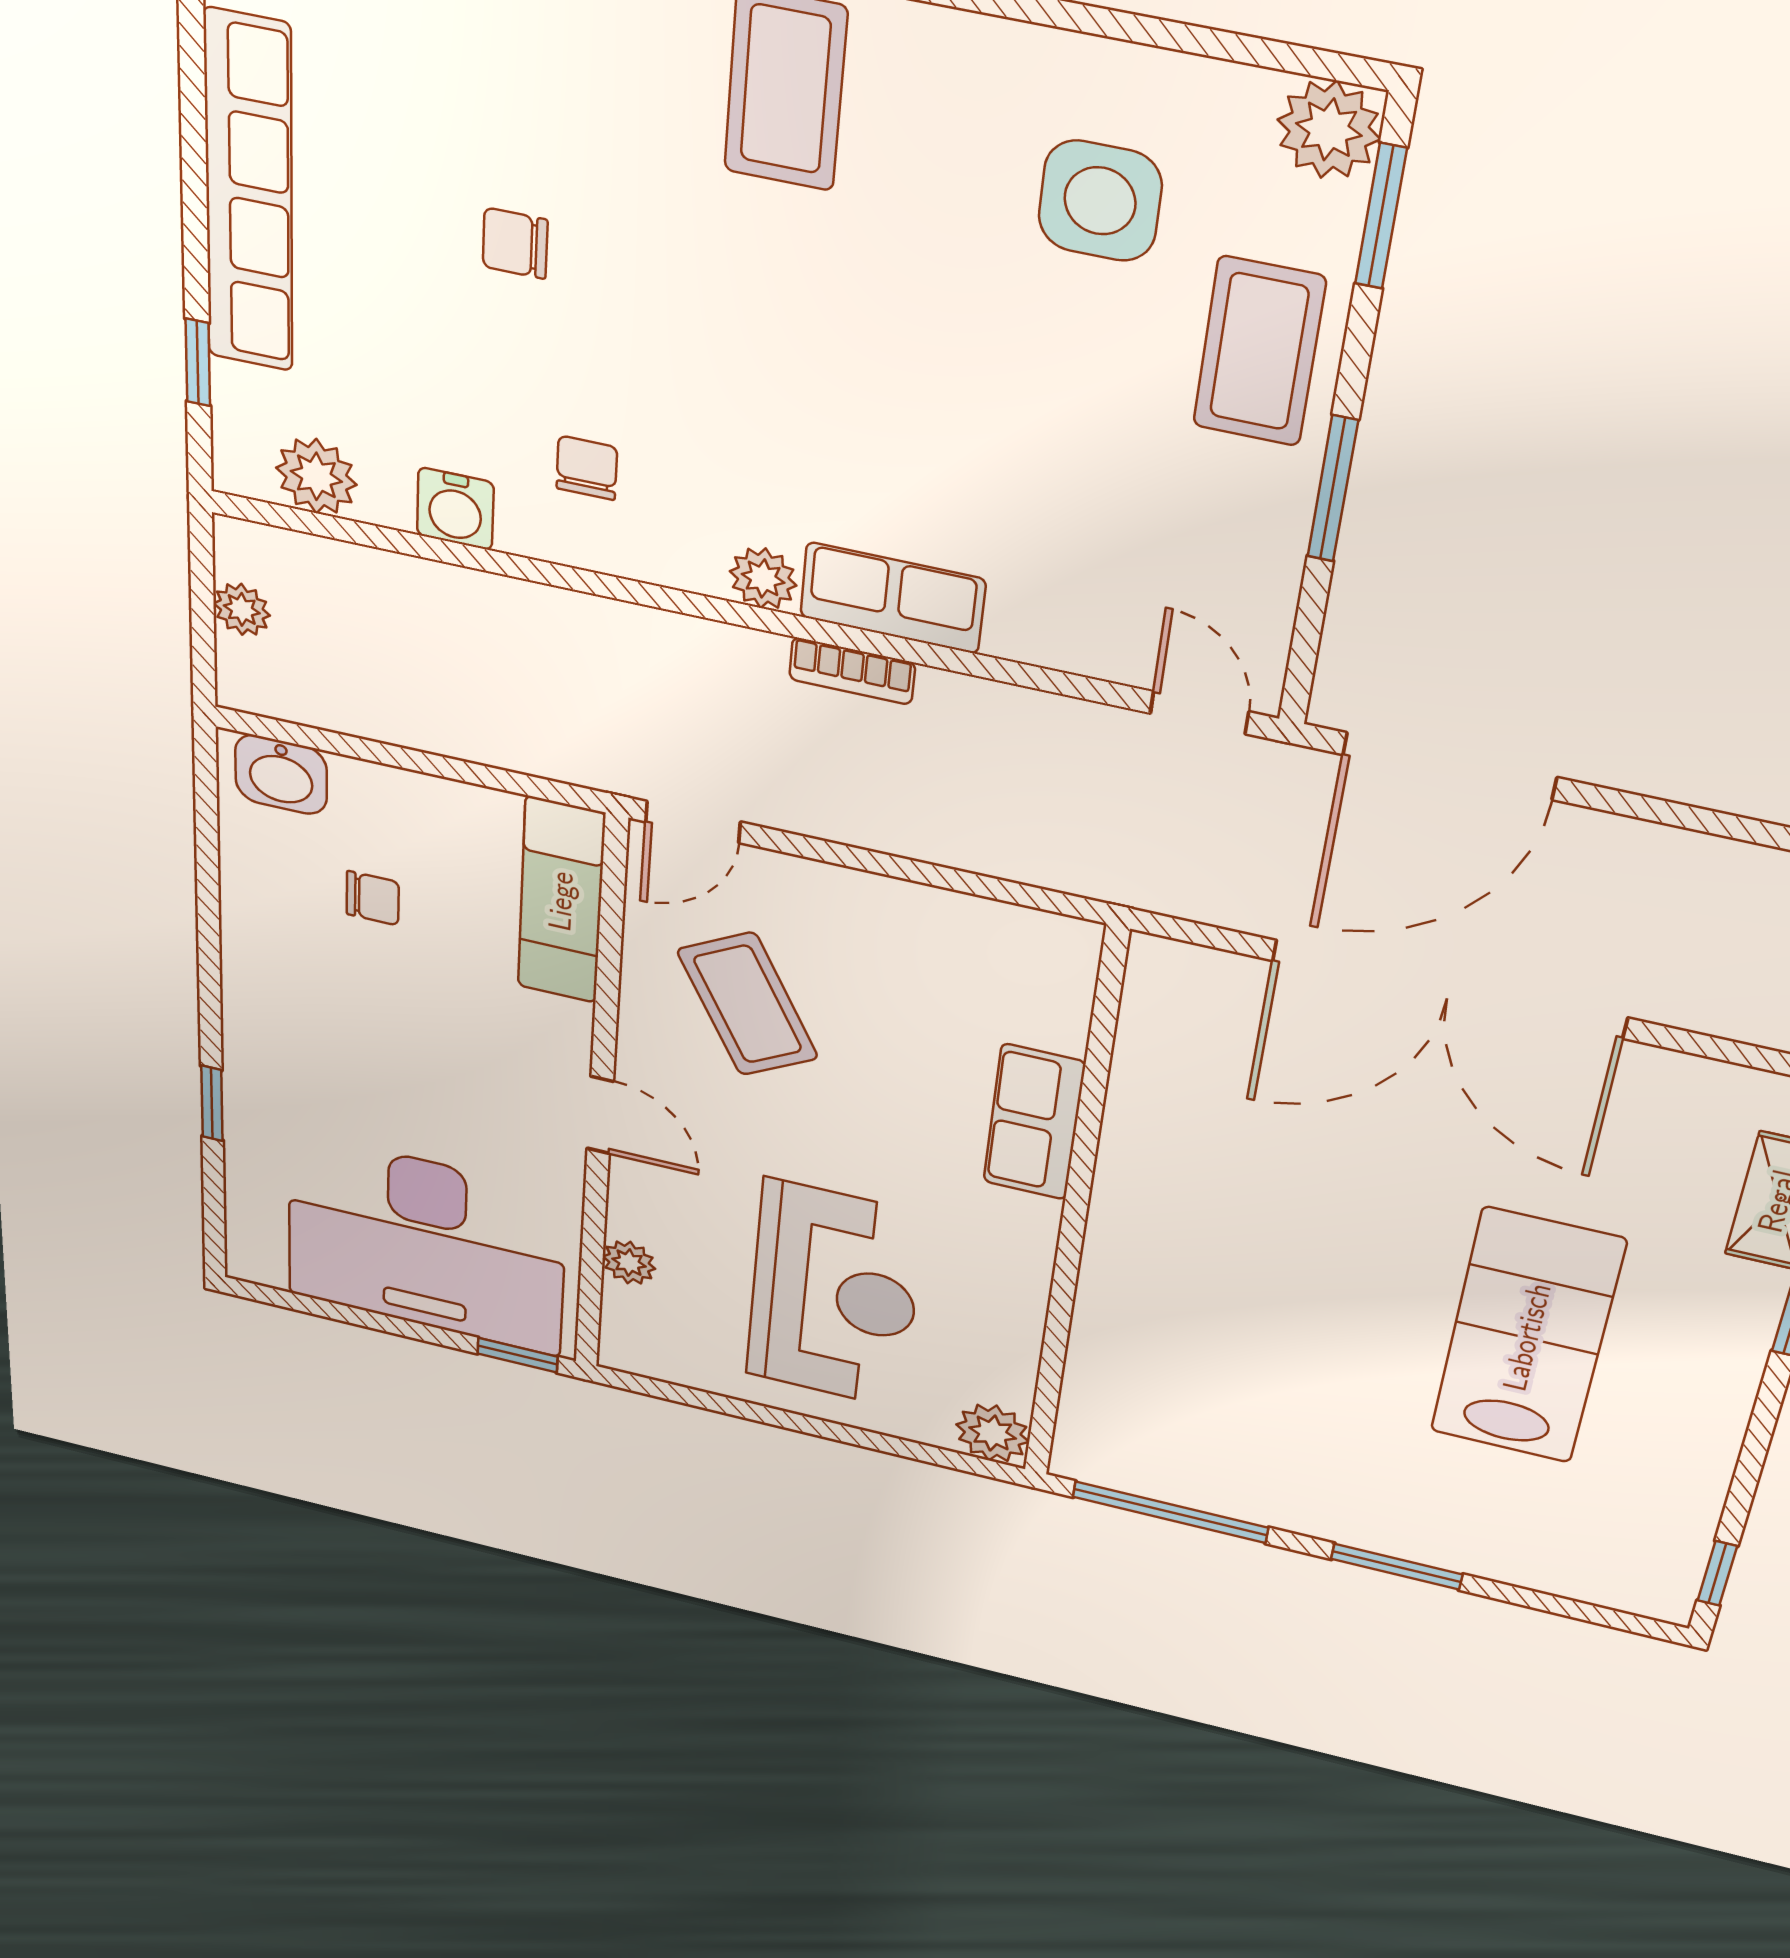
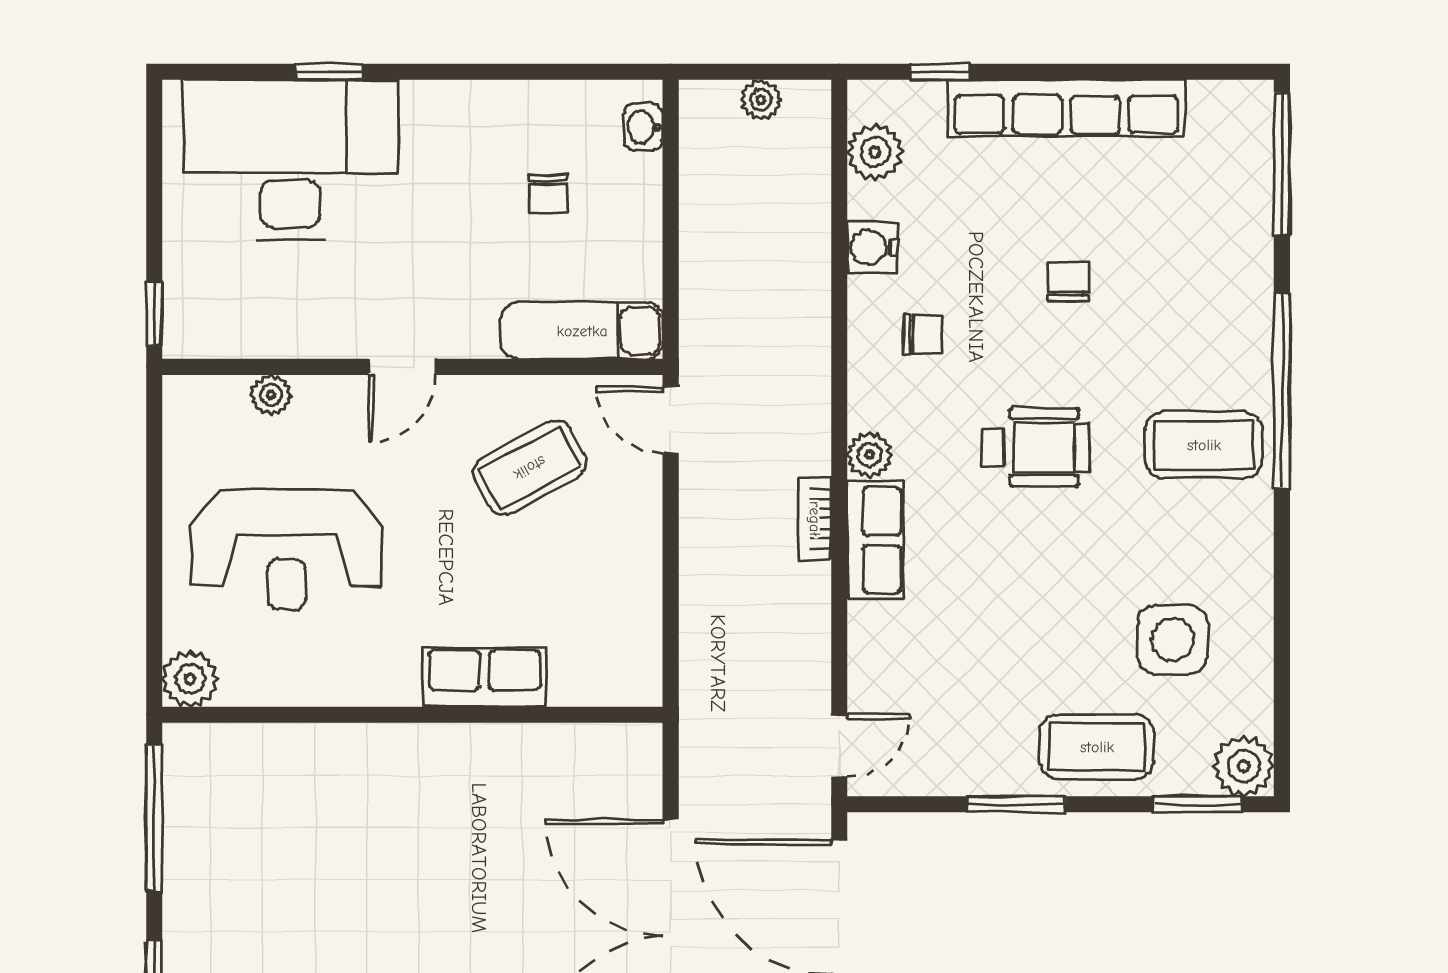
wheelchair: (770, 345) -> (1035, 447), added
washbasin: (281, 774) -> (643, 127), width x0.72, depth x0.69
desk: (426, 1244) -> (290, 160), moved, turned 90

